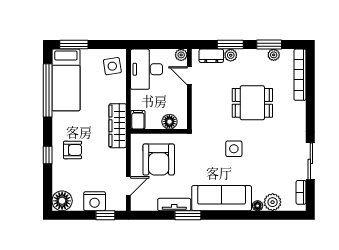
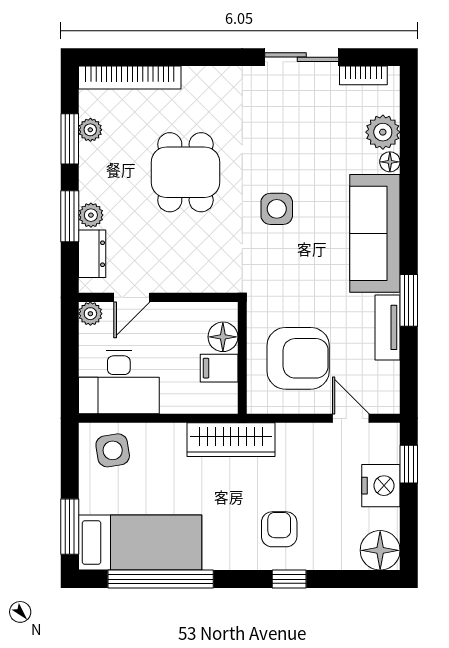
filing cabinet: (138, 120) -> (219, 368), moved

